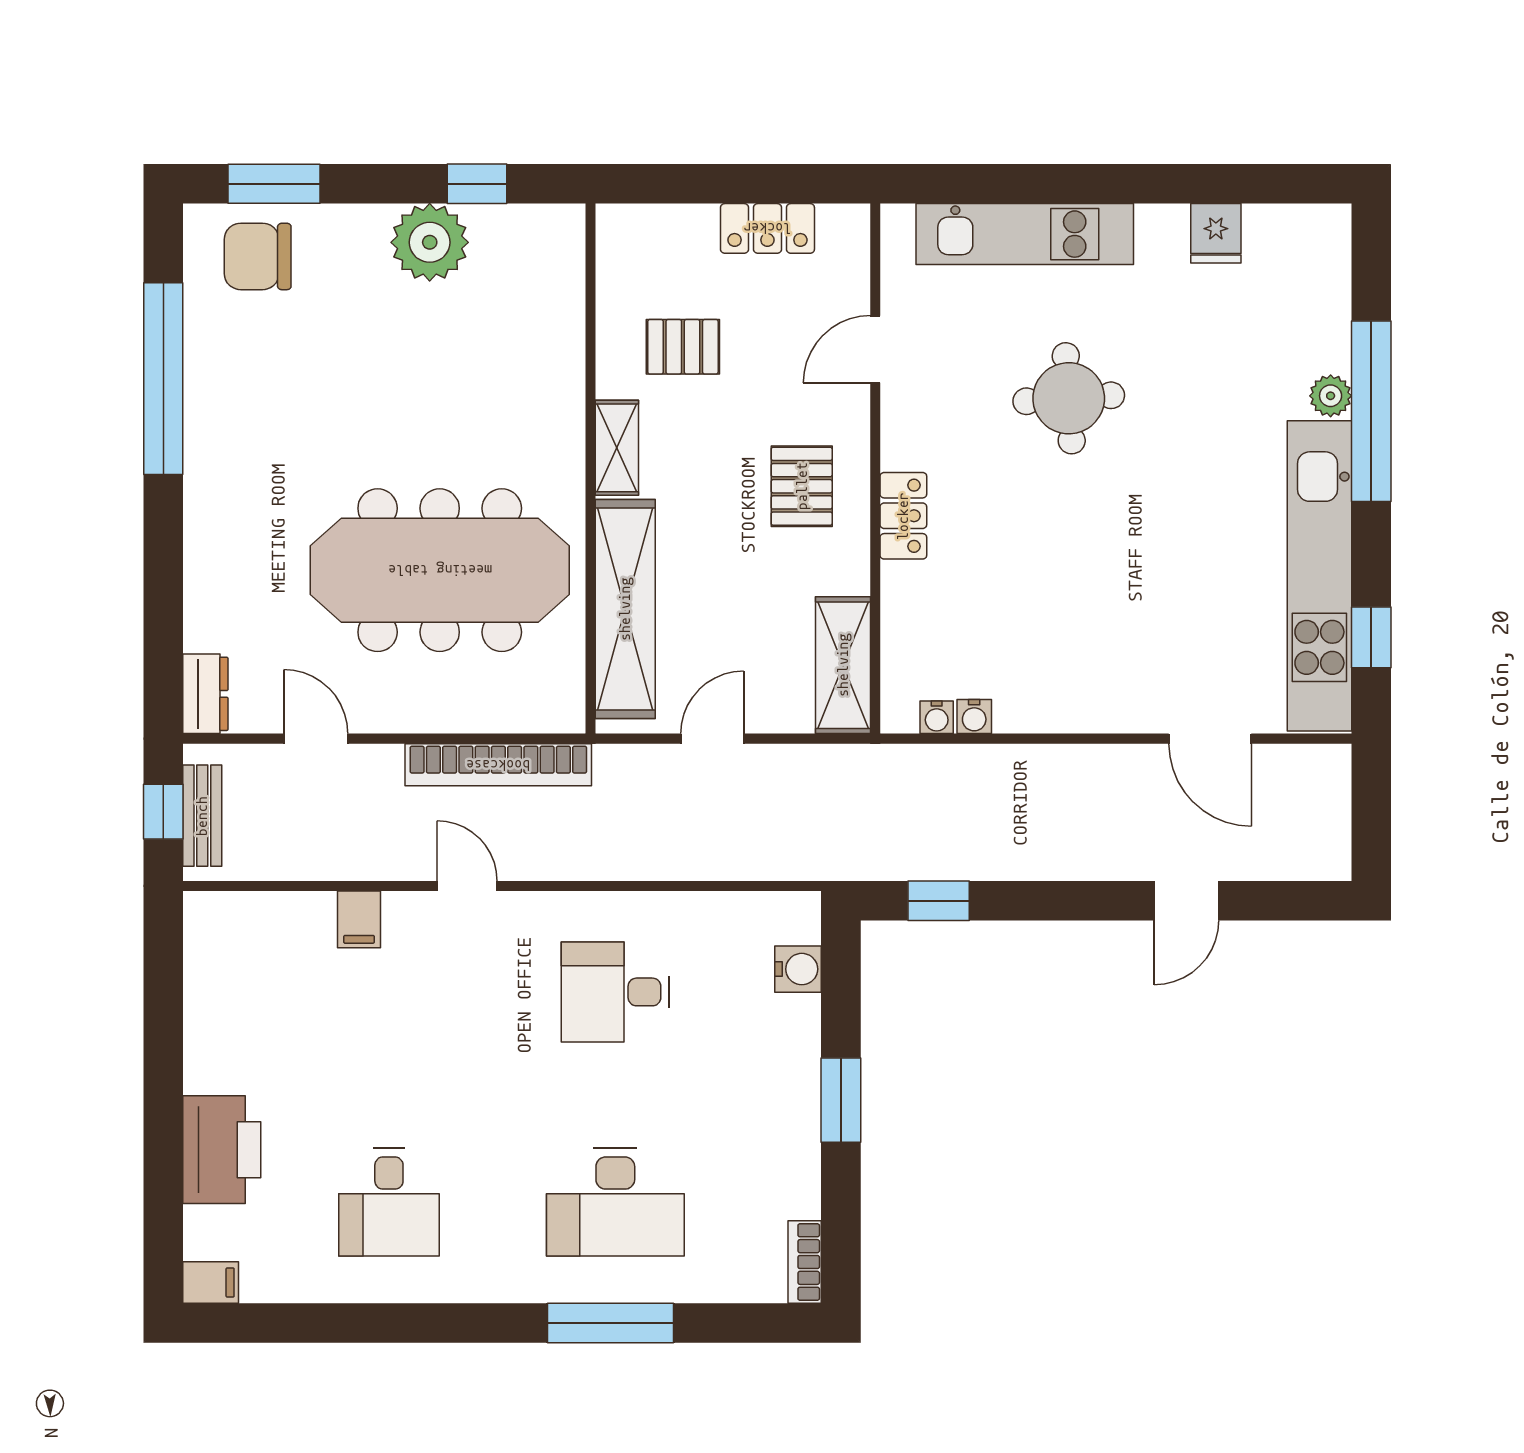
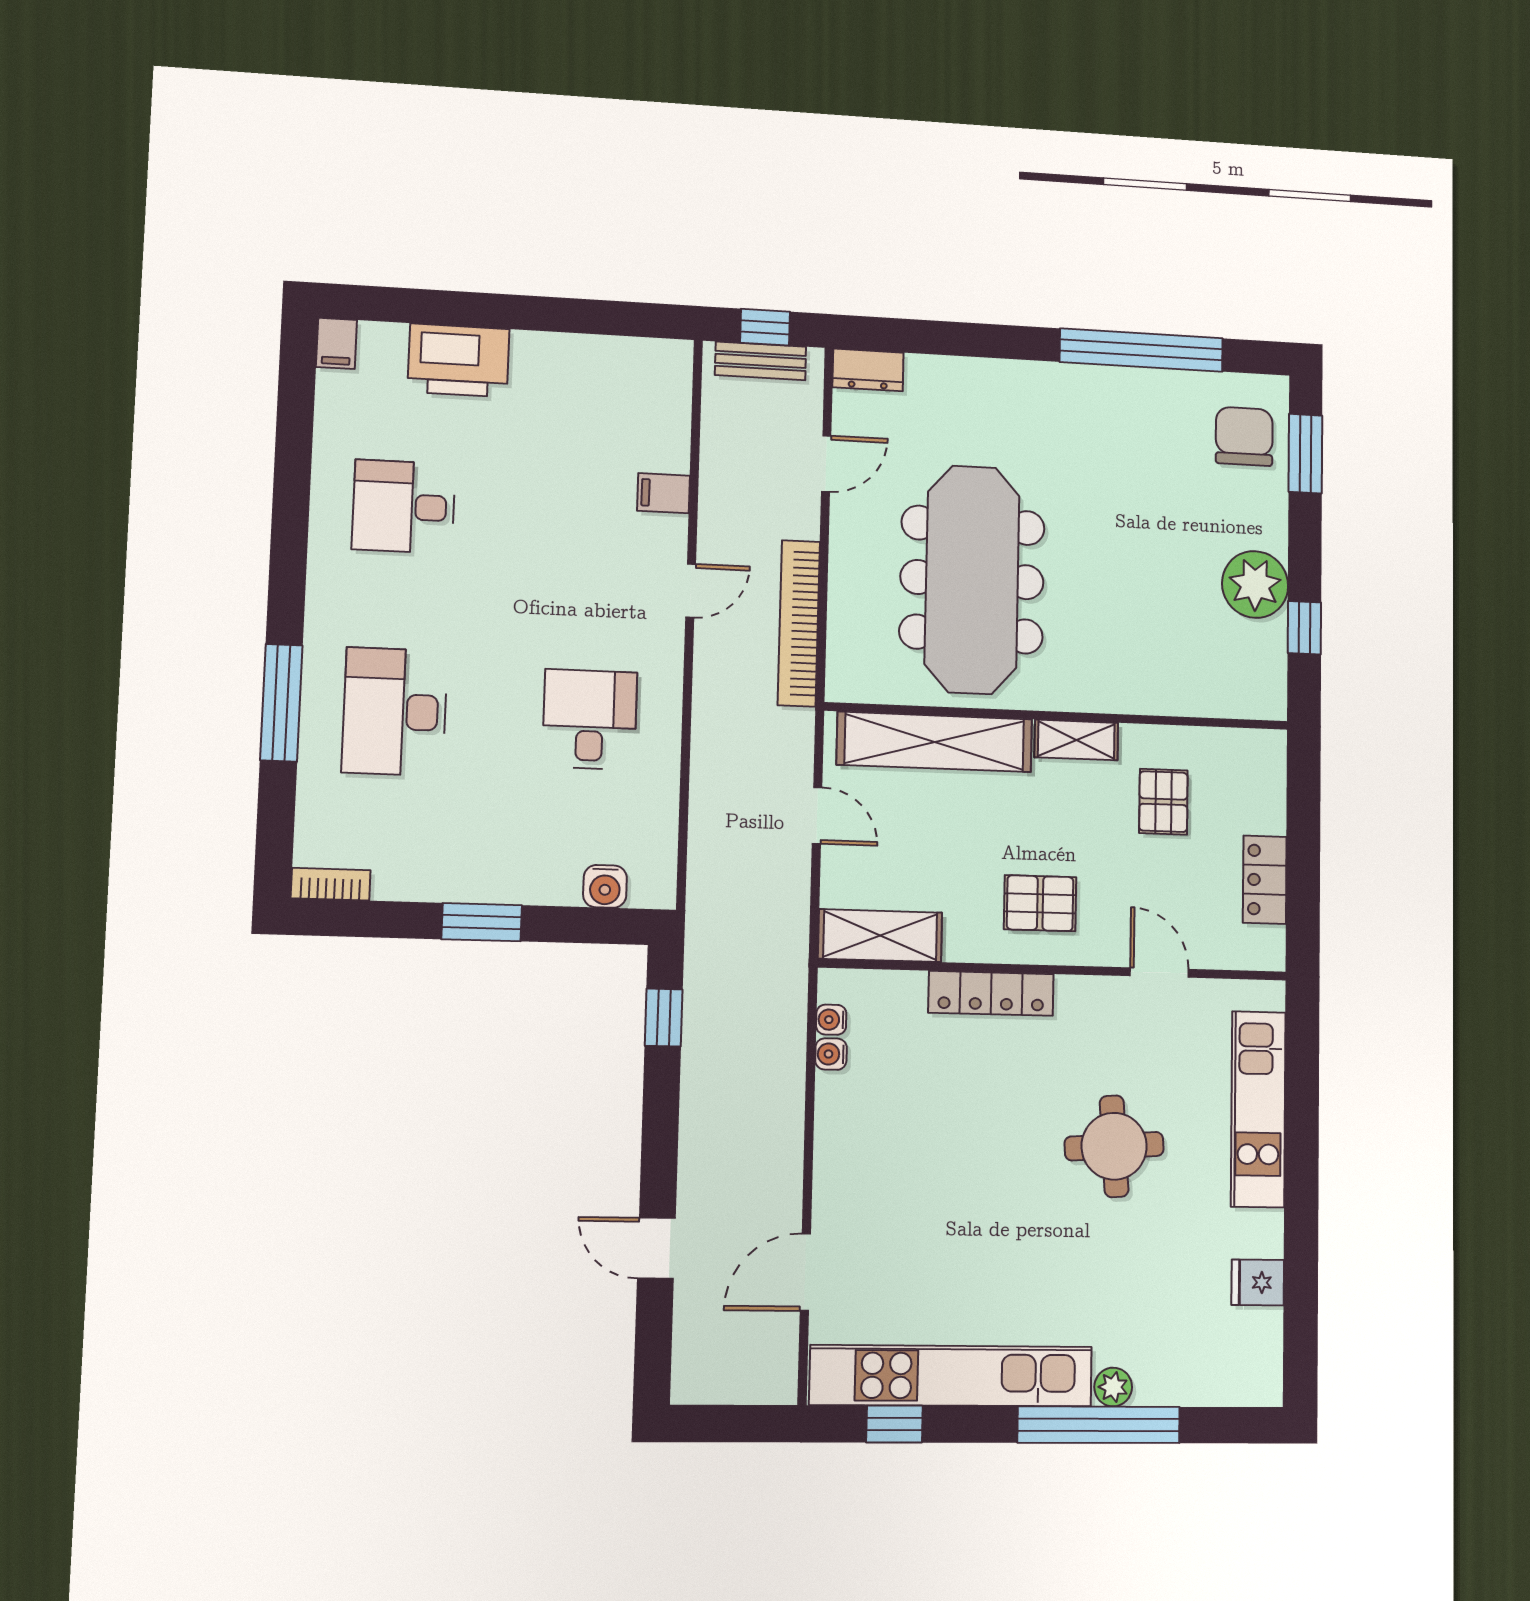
locker: (903, 516) -> (991, 993), width x1.53

